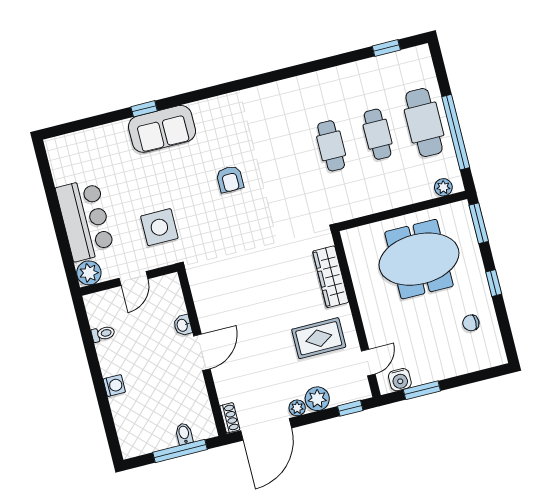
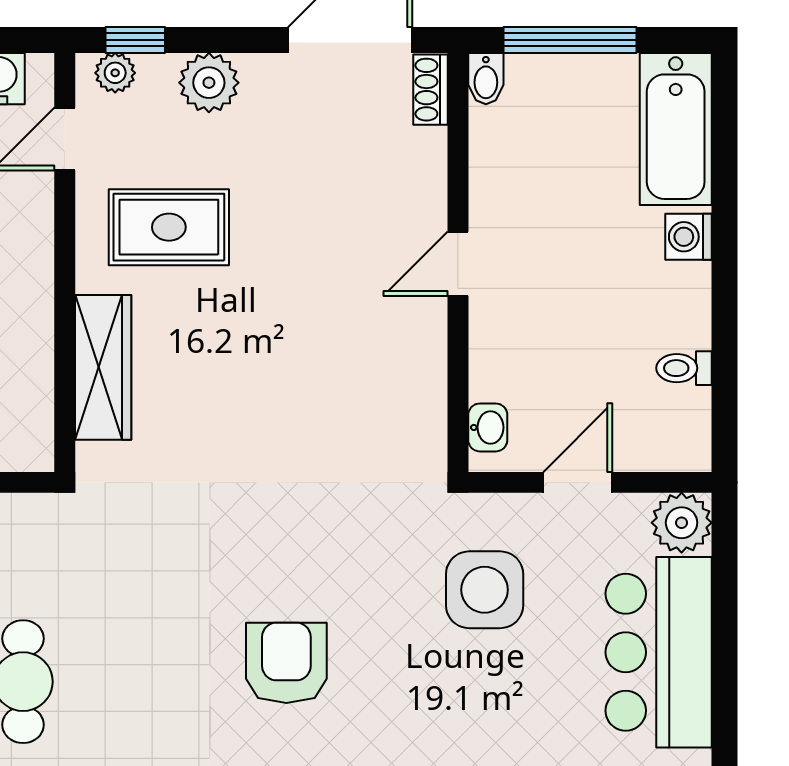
armchair: (230, 179) -> (286, 663), width x1.38, depth x1.38
washbasin: (183, 325) -> (488, 427), moved
door: (202, 352) -> (458, 264), width x0.73
plant: (297, 408) -> (115, 73), moved
bathtub: (130, 426) -> (676, 129), added
bidet: (184, 434) -> (486, 79), moved

